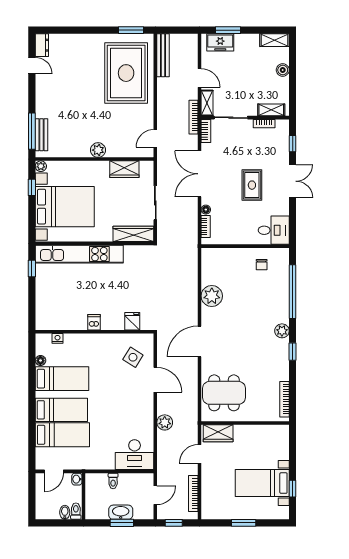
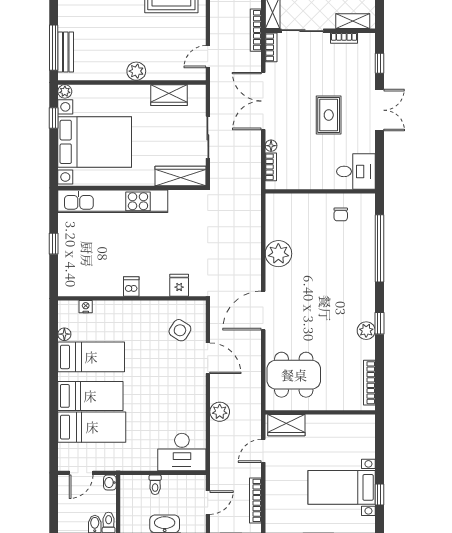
window: (32, 268) -> (54, 244), moved
plant: (282, 331) -> (366, 331), moved

